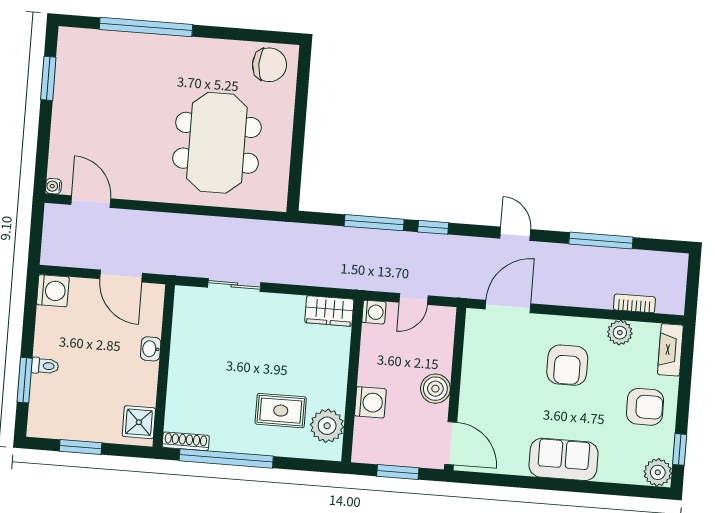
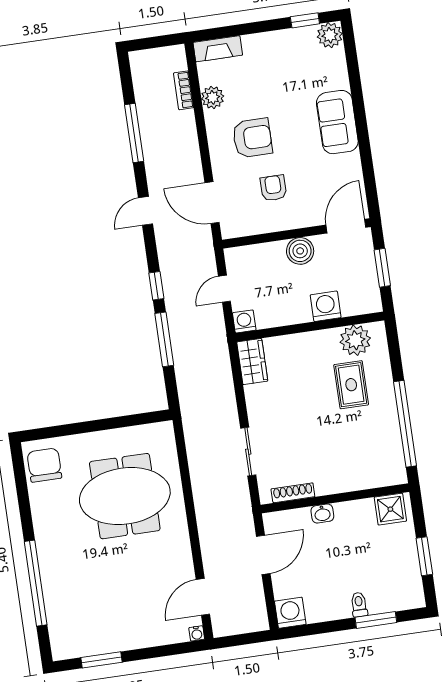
door: (414, 299) -> (224, 289), swing flipped
armchair: (645, 407) -> (273, 188), moved, width x0.72, depth x0.72
shoe rack: (186, 441) -> (293, 493), moved, turned 90

